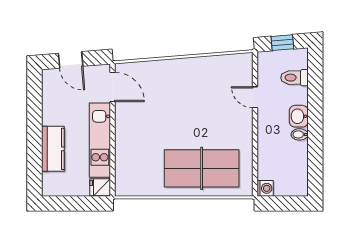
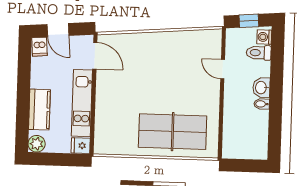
dishwasher: (51, 79) -> (39, 47), added
plant: (51, 187) -> (37, 144), added
washing machine: (265, 188) -> (264, 37), moved, turned 180

